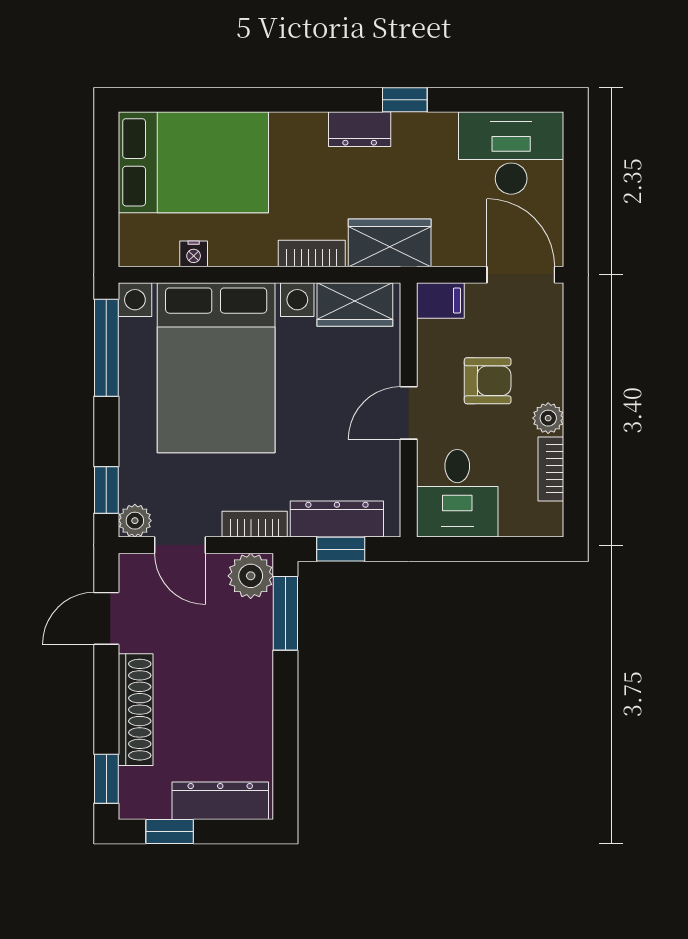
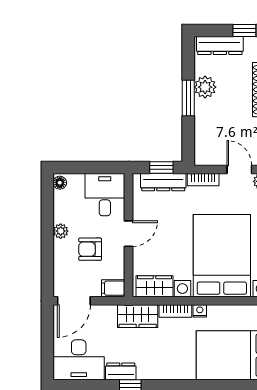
dresser: (360, 129) -> (121, 371), moved
nightstand: (194, 254) -> (200, 311), moved
door: (521, 275) -> (74, 301), hinge flipped
bookcase: (551, 469) -> (59, 206), removed
floor lamp: (550, 518) -> (60, 183), added
plant: (251, 576) -> (205, 87), moved
window: (285, 613) -> (188, 98), moved

